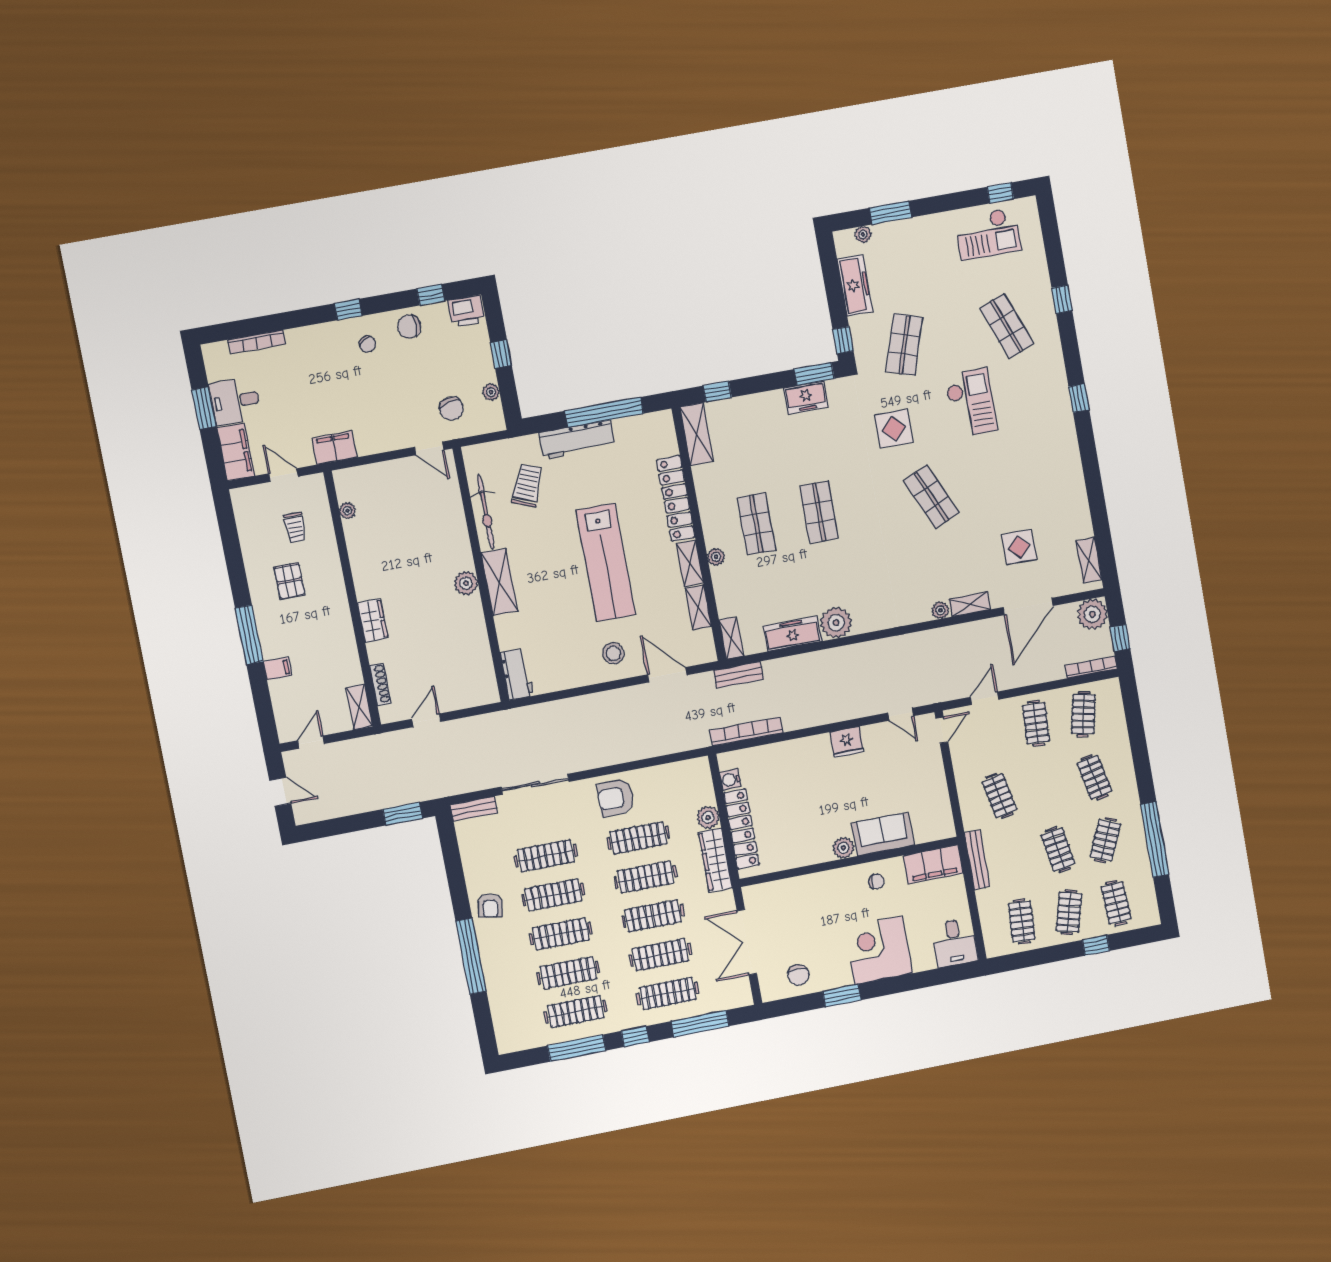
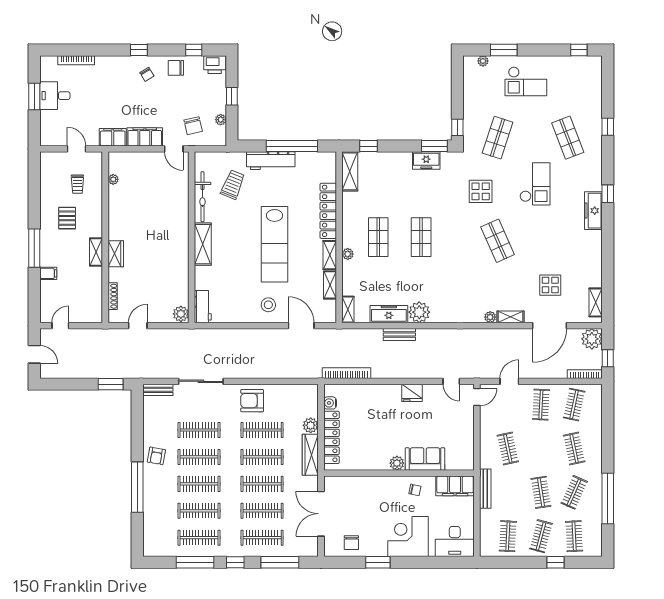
checkout: (988, 234) -> (526, 81), moved
freezer: (855, 285) -> (593, 211), moved, turned 180
filing cabinet: (236, 452) -> (145, 137), moved, turned -90
plant: (466, 583) -> (181, 314), moved
bench: (738, 675) -> (399, 335), moved
shelving: (359, 707) -> (96, 252), moved
desk: (955, 943) -> (455, 542), width x1.37

